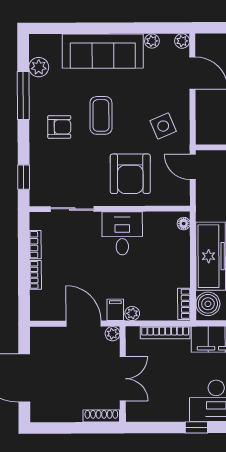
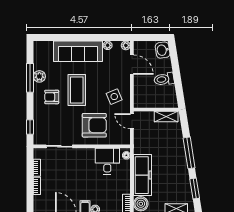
plant: (39, 67) -> (39, 76), moved
coffee table: (101, 115) -> (77, 90), width x1.36, depth x1.32
armchair: (59, 127) -> (52, 97), turned 180
armchair: (130, 174) -> (94, 125), turned -90
desk: (122, 233) -> (107, 161), moved

